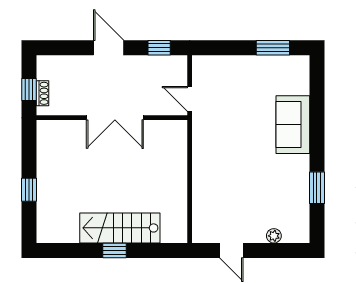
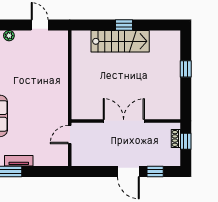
window: (159, 48) -> (155, 171), moved
tv unit: (260, 63) -> (19, 161), added
door: (190, 99) -> (70, 135), swing flipped

